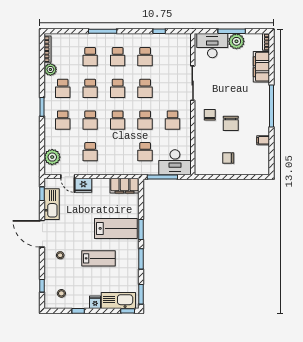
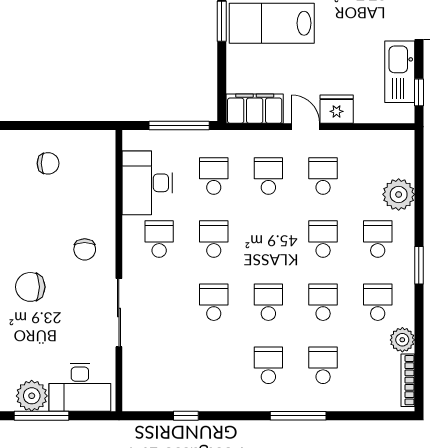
school desk: (145, 57) -> (214, 365), removed
school desk: (118, 120) -> (268, 176), moved
chair: (231, 123) -> (30, 287), moved, turned -90
plant: (52, 157) -> (399, 194), moved
desk: (175, 162) -> (147, 183), moved, turned -90
door: (68, 177) -> (306, 127), moved

